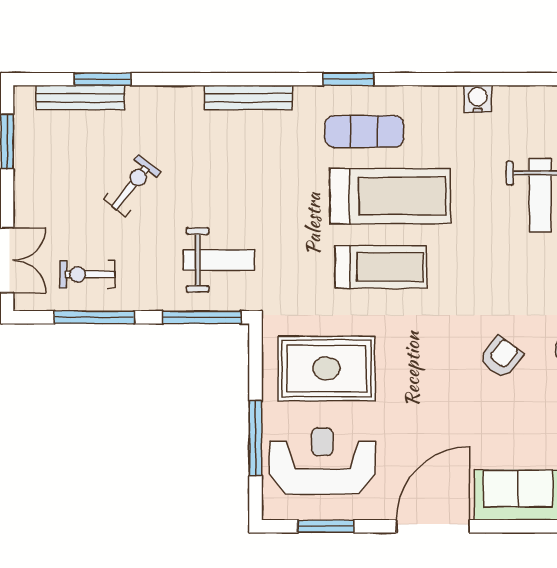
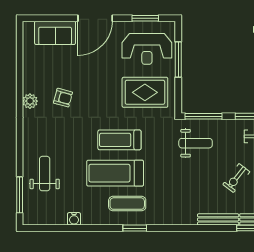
bench: (248, 97) -> (218, 219), moved
weight bench: (219, 260) -> (196, 143), turned 180
armchair: (501, 357) -> (63, 98), turned -113

